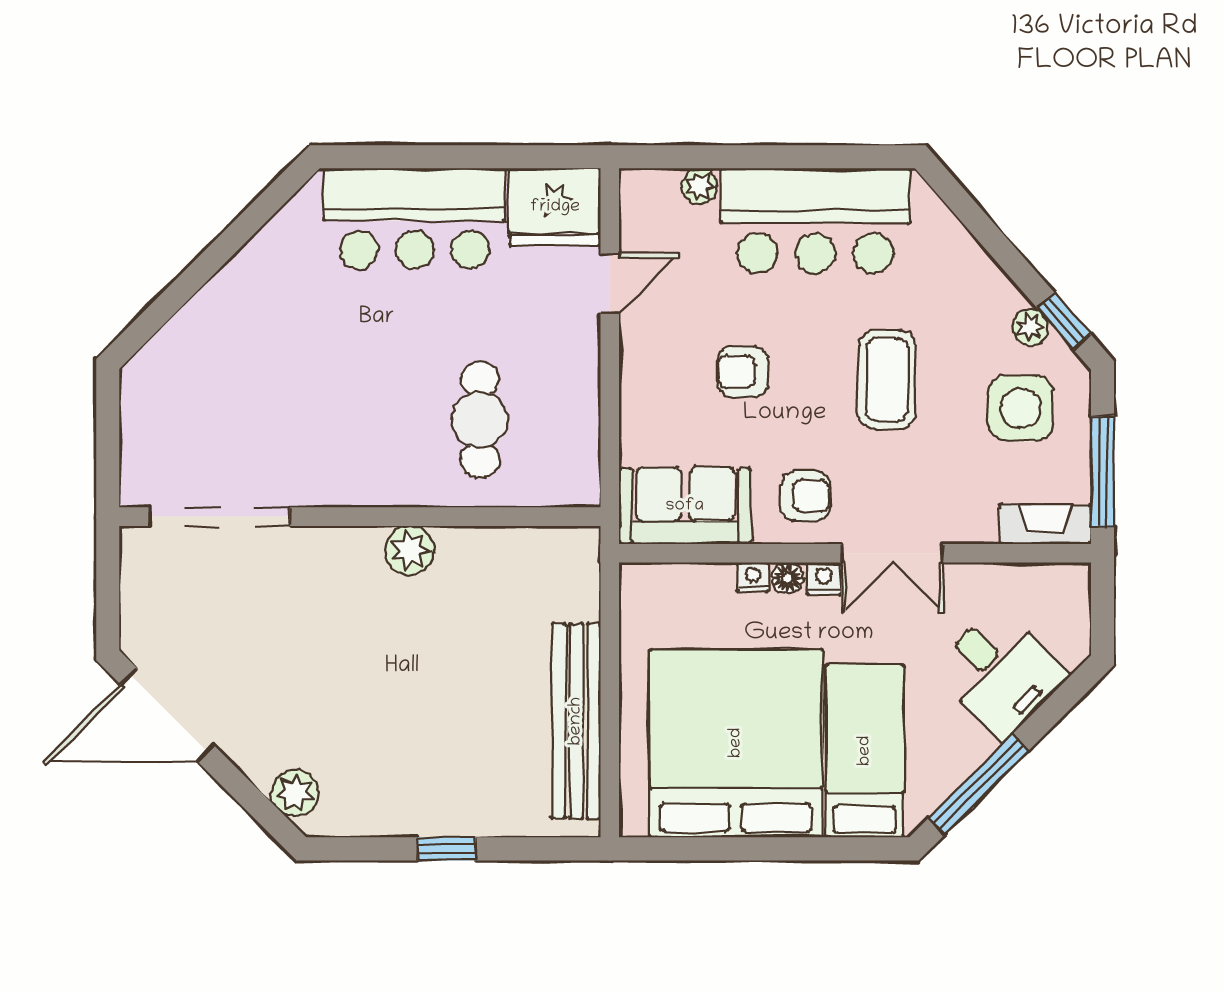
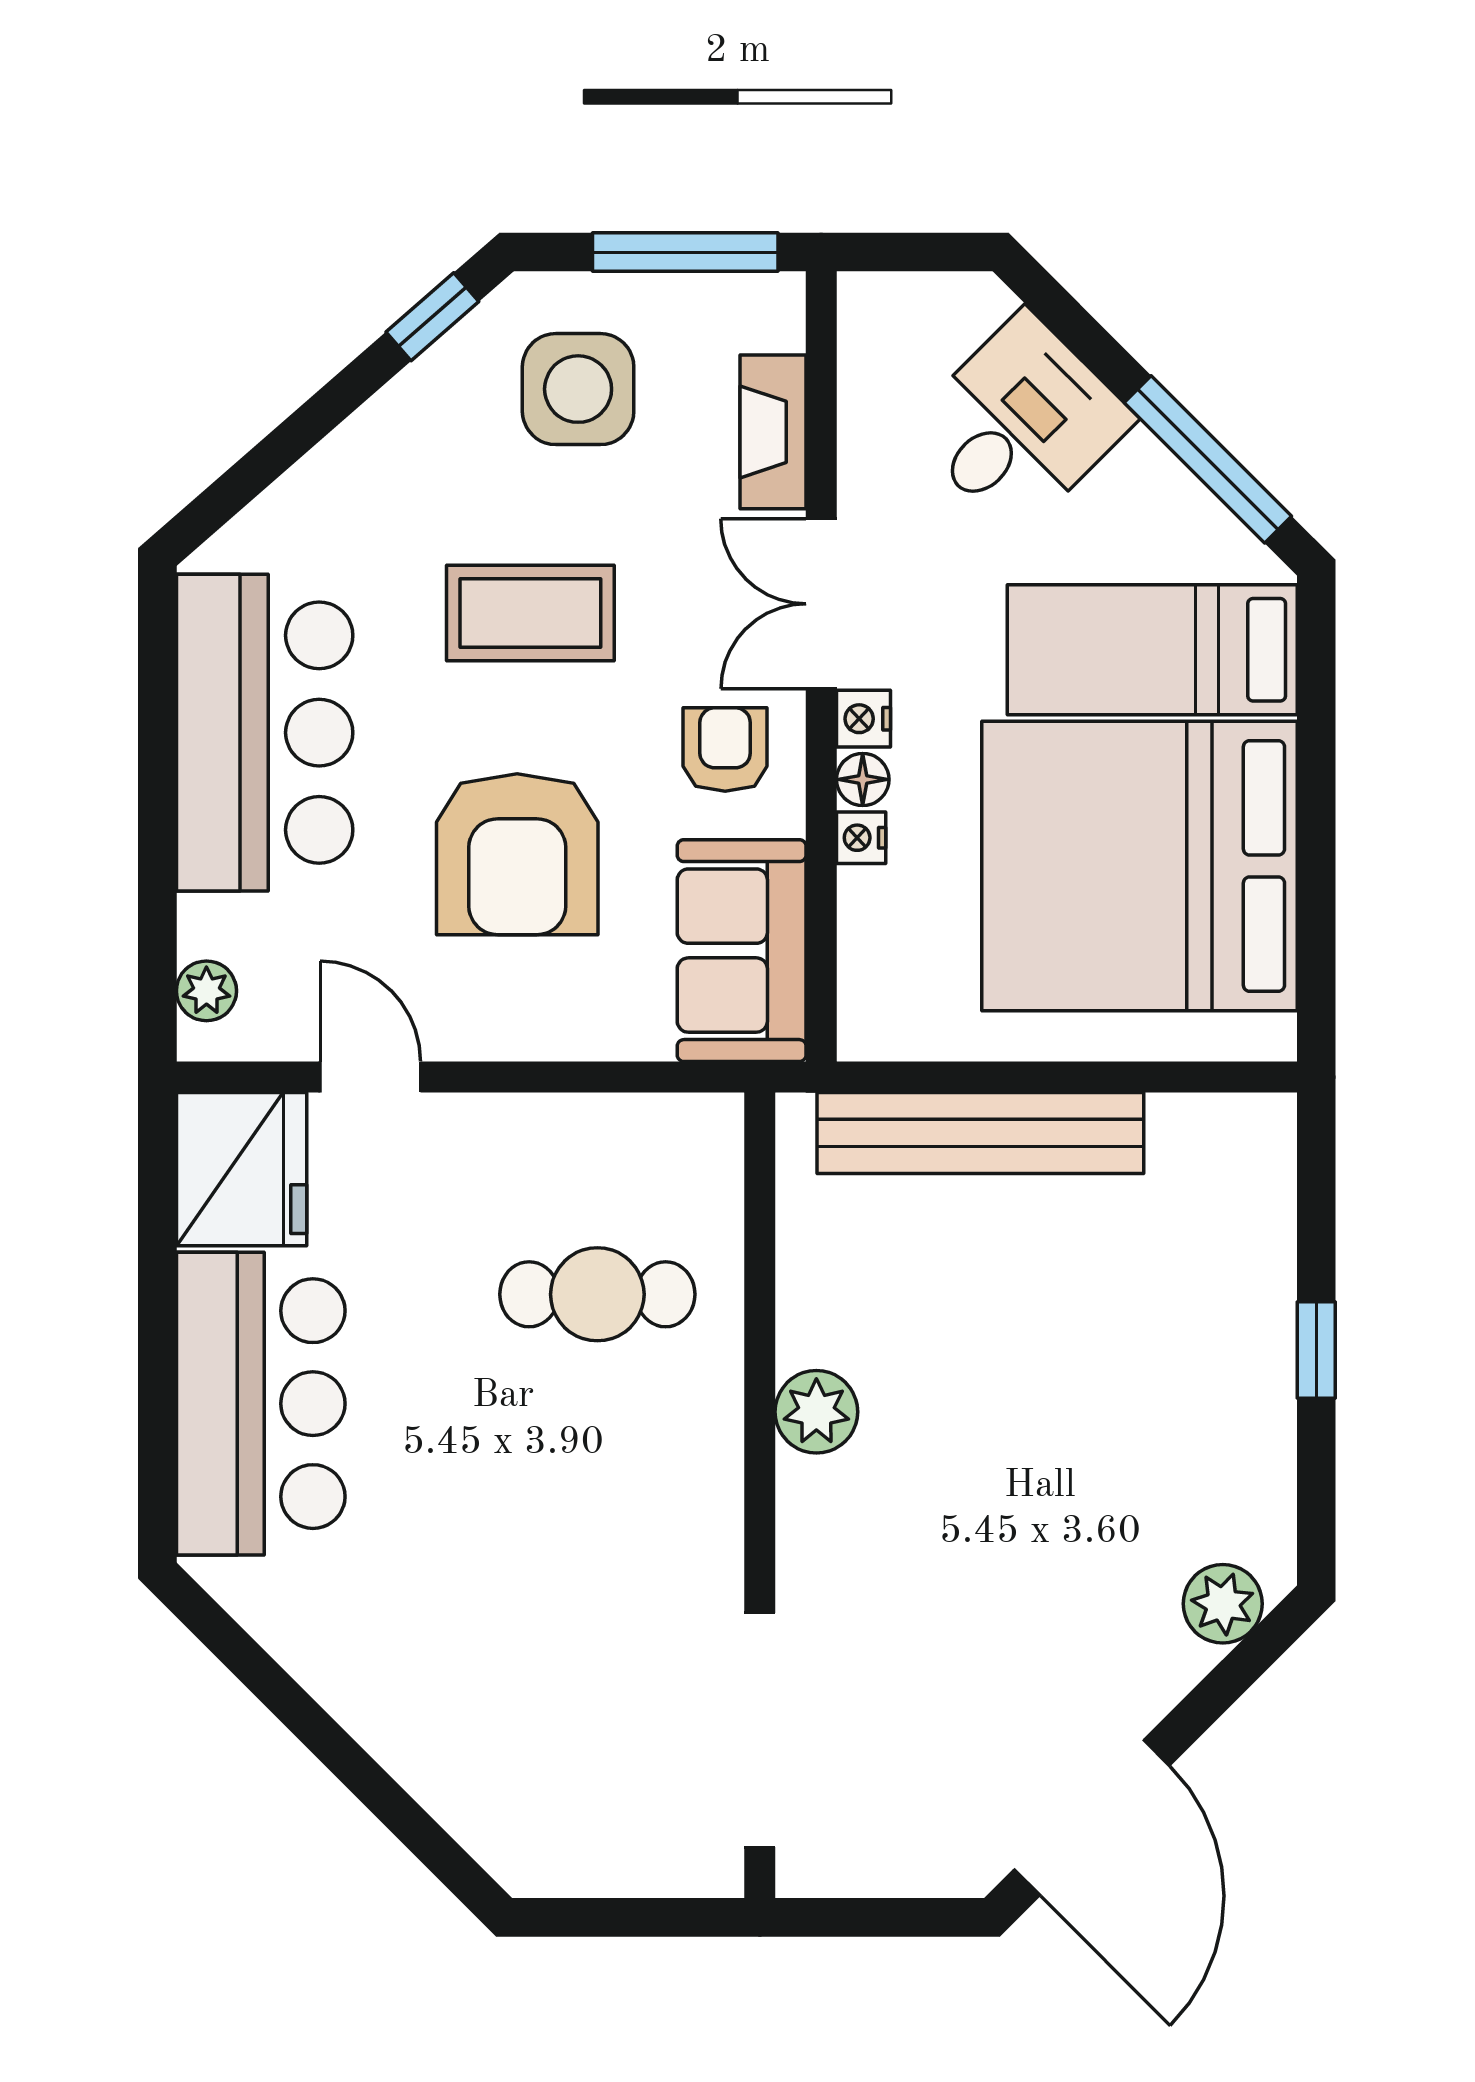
plant: (699, 186) -> (206, 991), moved
plant: (1030, 327) -> (443, 373), removed
armchair: (743, 372) -> (517, 854), width x1.88, depth x1.88
fireplace: (1045, 524) -> (773, 432), moved
double door: (892, 553) -> (821, 604), swing flipped
bench: (576, 721) -> (980, 1133), moved

